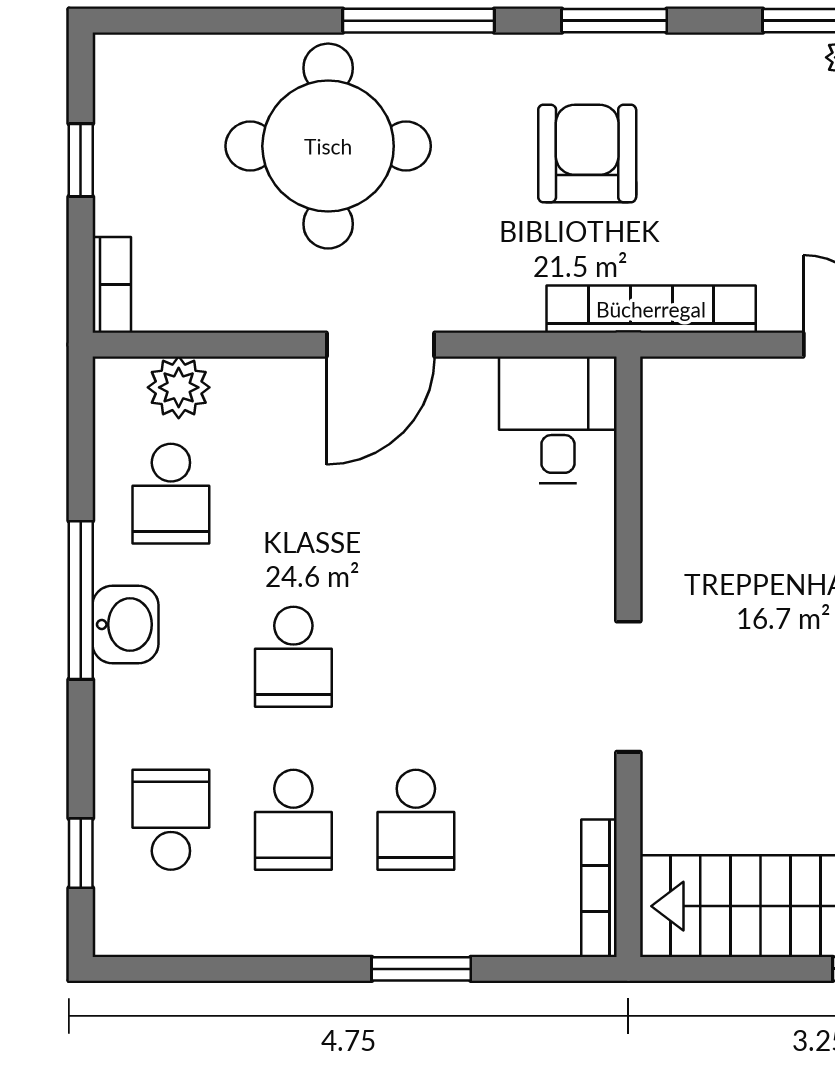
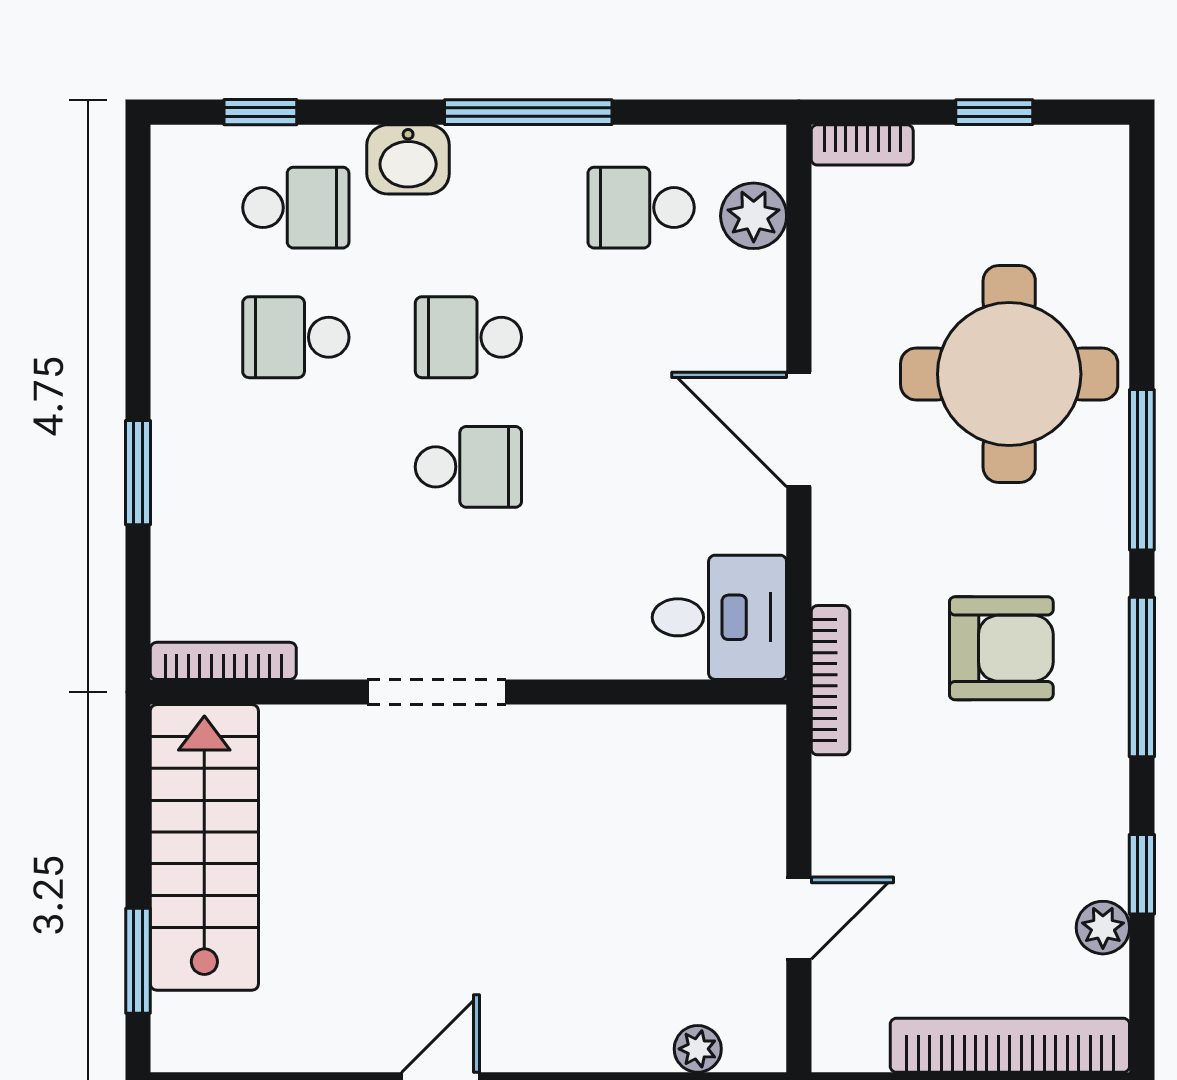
window: (614, 21) -> (1142, 677), width x1.44
bookcase: (651, 309) -> (831, 680), width x0.68, depth x0.76
washbasin: (125, 624) -> (408, 159), moved
school desk: (416, 820) -> (468, 467), moved, turned 180

